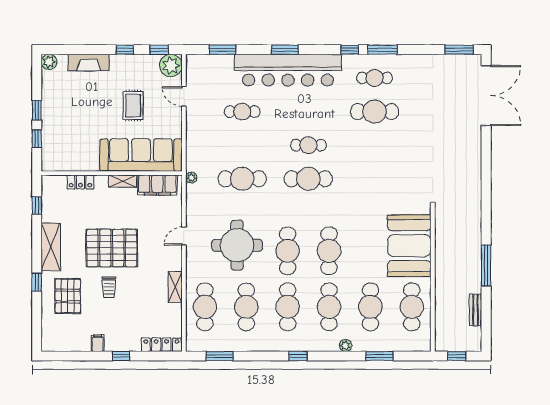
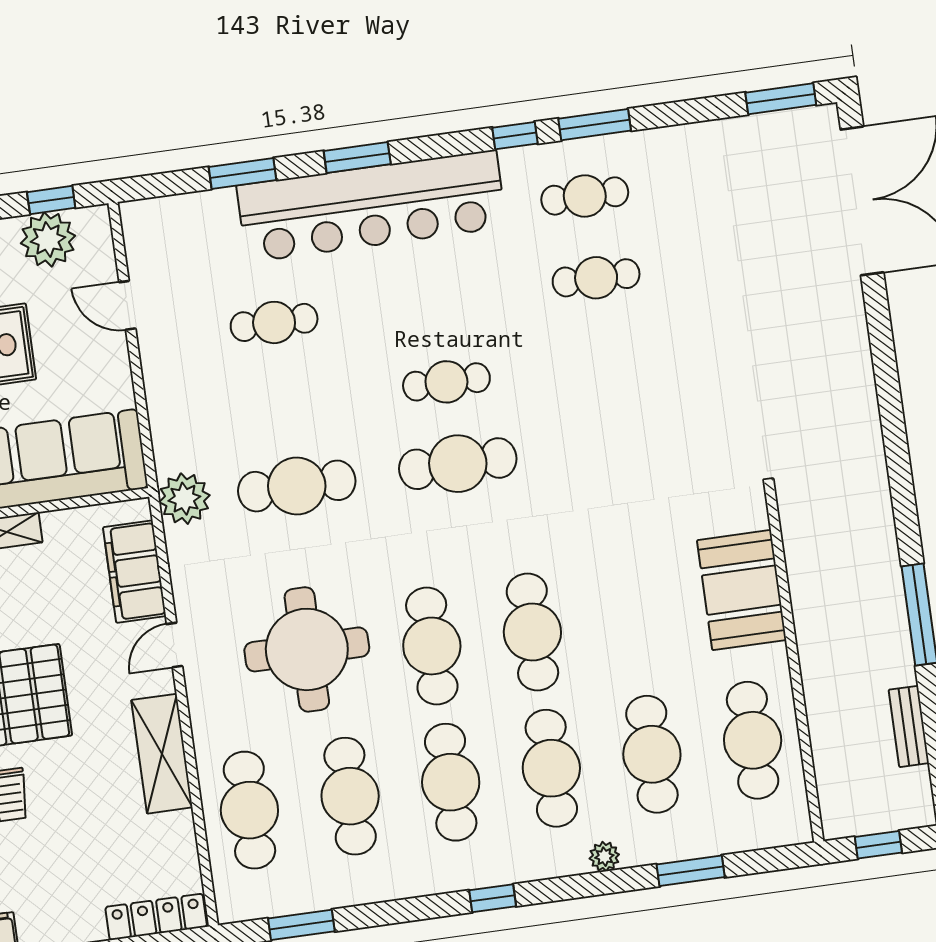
window: (222, 50) -> (243, 173), moved
plant: (171, 65) -> (48, 239), moved
cafe table: (375, 112) -> (596, 278), width x0.73, depth x0.74
plant: (191, 178) -> (184, 499), width x1.88, depth x1.88
filing cabinet: (157, 185) -> (135, 572), moved, turned 90
booth: (409, 246) -> (742, 590), width x0.73, depth x0.70
shelving: (175, 287) -> (162, 754), width x1.50, depth x1.33

